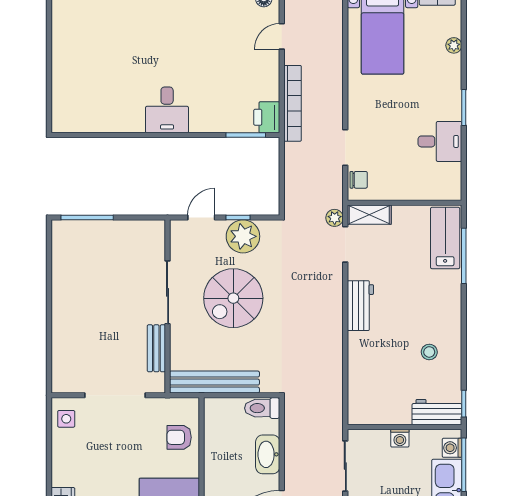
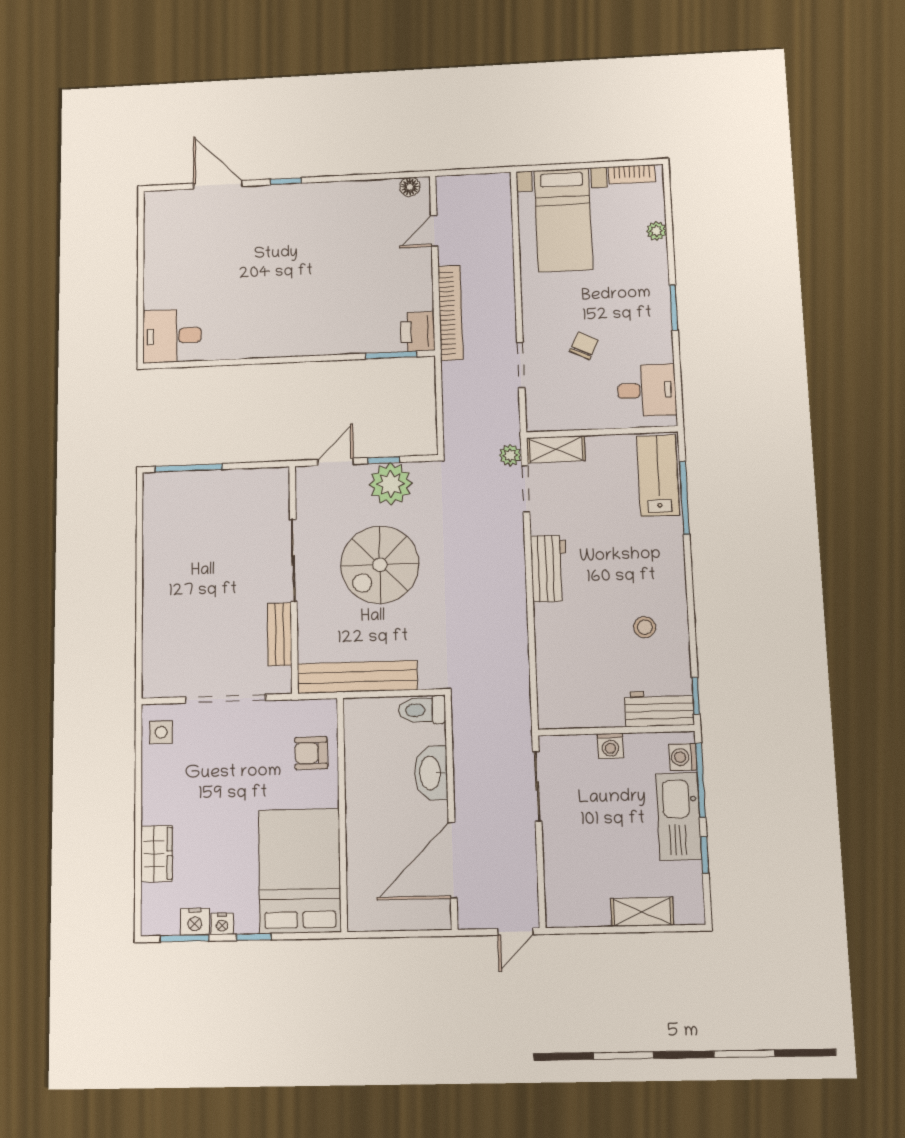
desk: (167, 110) -> (172, 336), moved, turned 90
desk: (440, 141) -> (647, 390), moved
chair: (359, 180) -> (584, 346), moved, turned -64

